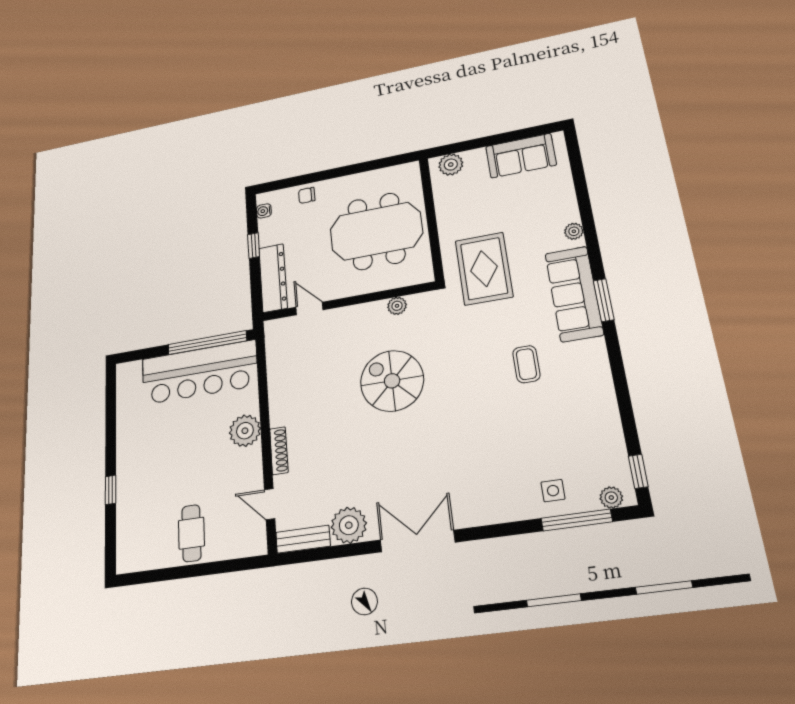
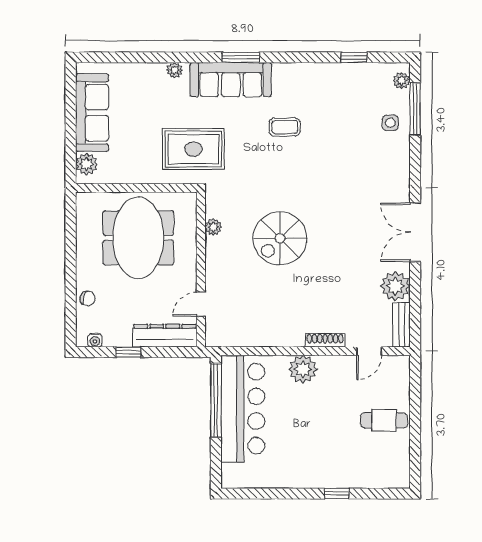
sofa: (521, 156) -> (92, 113), width x1.36
chair: (307, 195) -> (88, 298), turned -74
window: (638, 471) -> (354, 57), moved

